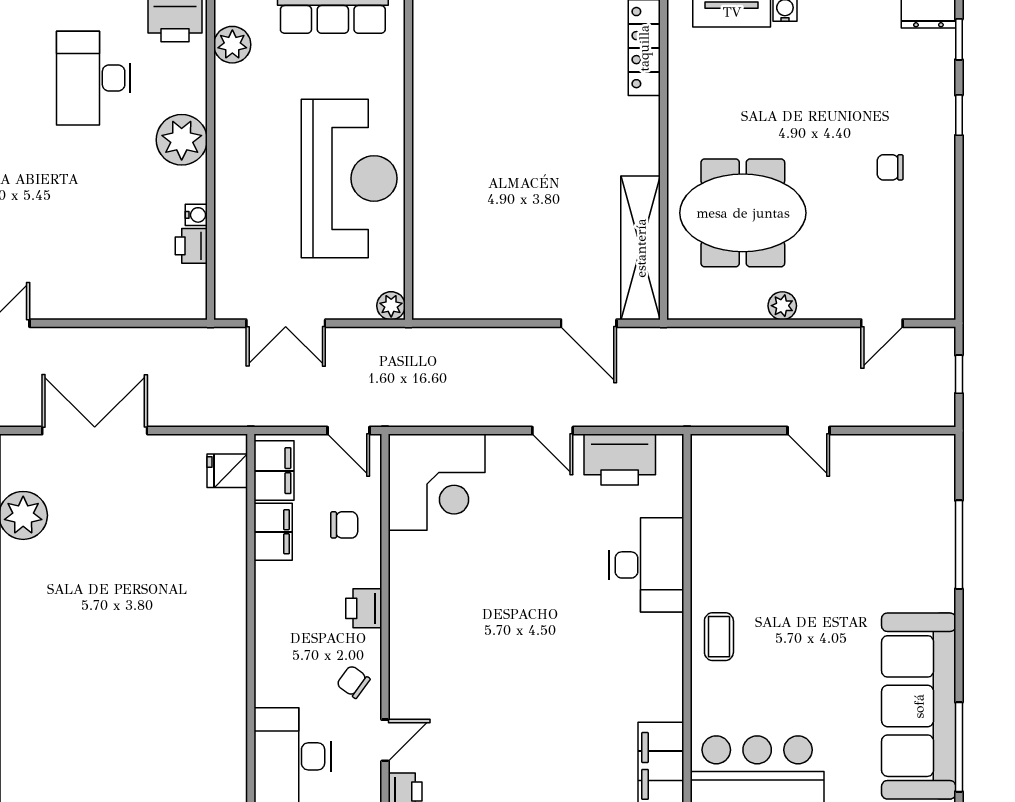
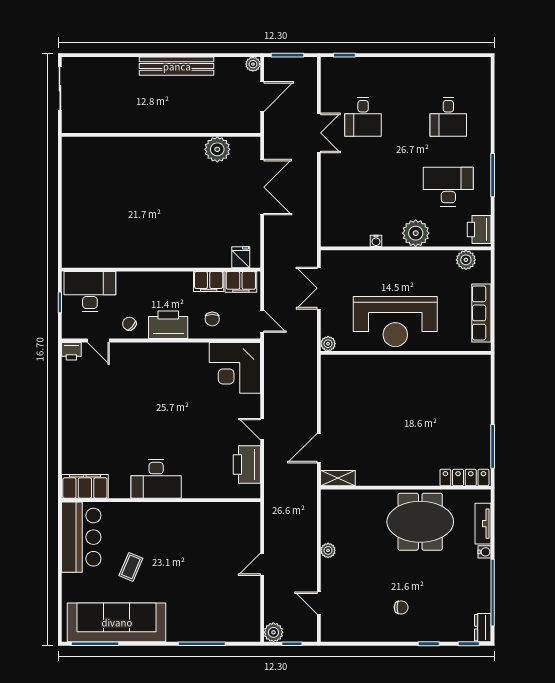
chair: (890, 167) -> (401, 607), turned 90
meeting table: (743, 213) -> (420, 522), moved, turned 90
printer: (191, 246) -> (360, 238), removed
shelving: (641, 248) -> (338, 478), width x0.45, depth x0.75
plant: (937, 409) -> (273, 632), added
door: (349, 431) -> (262, 321), swing flipped
door: (553, 431) -> (262, 429), hinge flipped
desk: (647, 565) -> (156, 479), moved
printer: (364, 608) -> (168, 325), width x1.87, depth x1.48
coffee table: (719, 637) -> (131, 567), moved, turned -67
chair: (353, 682) -> (129, 324), turned -84

